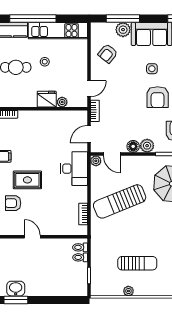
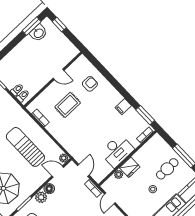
desk: (74, 169) -> (117, 151), moved, turned -90
rug: (27, 180) -> (68, 105), moved
sun lounger: (120, 201) -> (25, 147), turned -68

